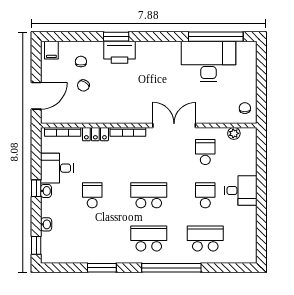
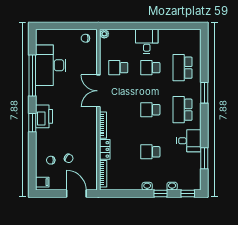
window: (116, 37) -> (32, 123), moved
window: (216, 37) -> (32, 75), moved
printer: (119, 52) -> (44, 116), moved
plant: (234, 133) -> (104, 34), moved
desk: (57, 168) -> (189, 141), moved, turned -90
window: (36, 188) -> (160, 194), moved
school desk: (149, 195) -> (150, 110), width x0.54
window: (102, 268) -> (204, 158), moved
window: (171, 268) -> (204, 93), width x0.47

